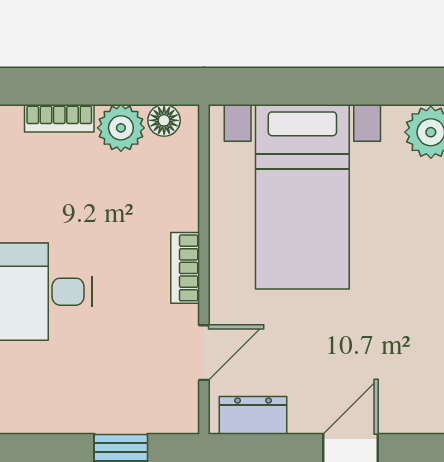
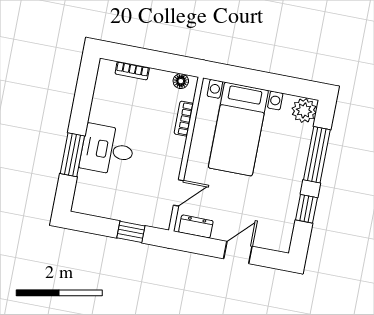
plant: (121, 128) -> (160, 81), removed
bookcase: (185, 268) -> (184, 119), moved

